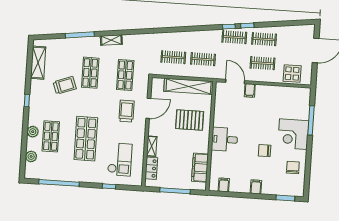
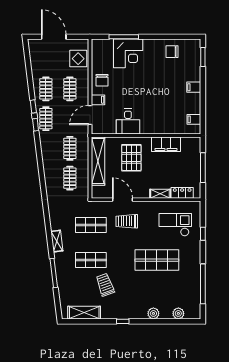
corner desk: (293, 134) -> (128, 53), moved
shop shelf: (51, 136) -> (157, 295), removed
desk: (225, 139) -> (128, 122), moved
chair: (265, 151) -> (102, 80), moved
filing cabinet: (200, 168) -> (166, 144), moved

